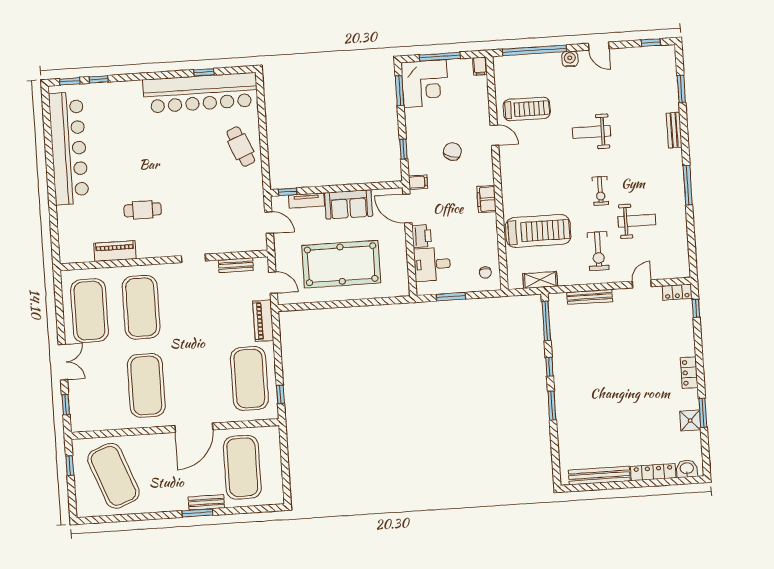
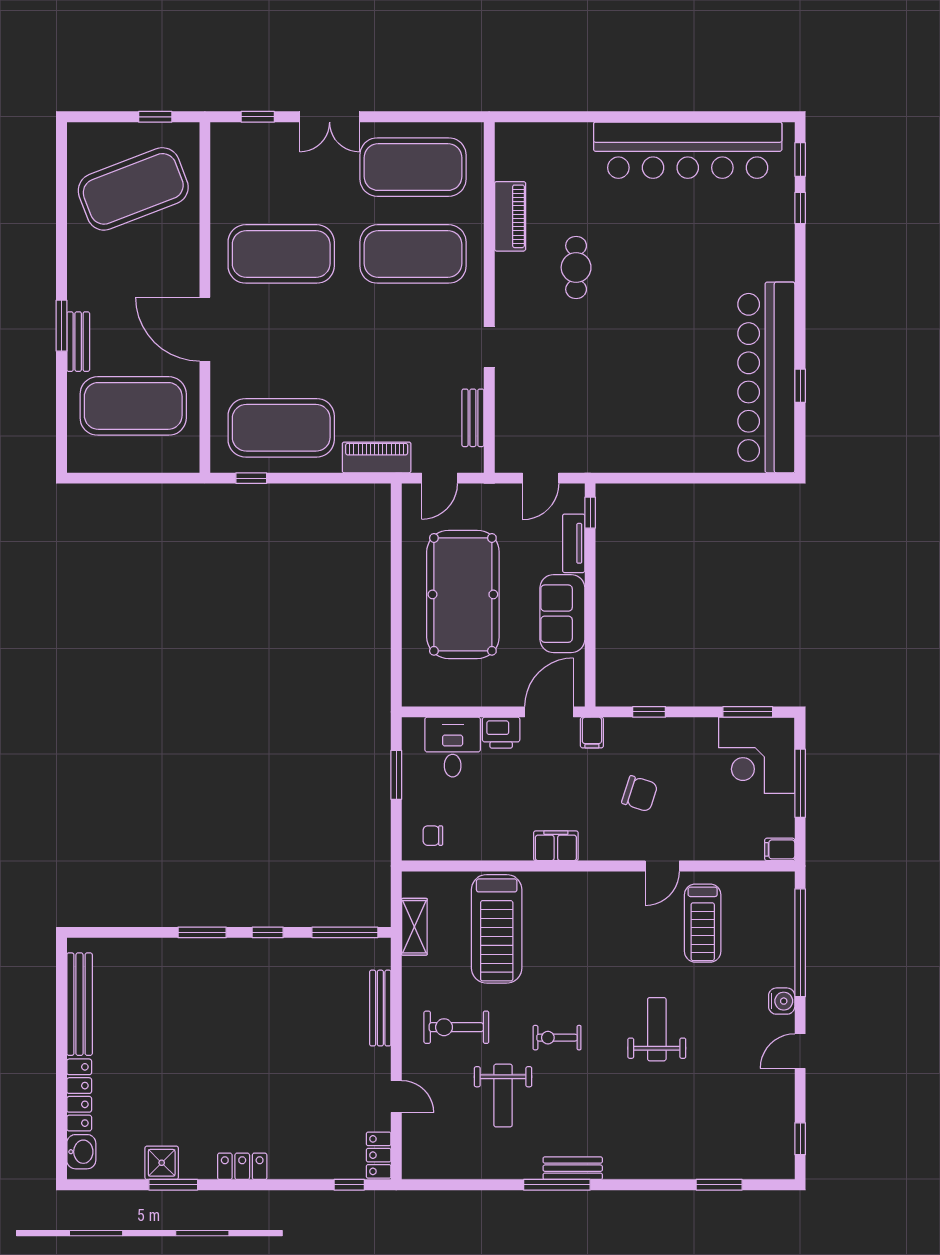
bench: (674, 130) -> (573, 1168), moved
cafe table: (241, 147) -> (671, 439), removed

